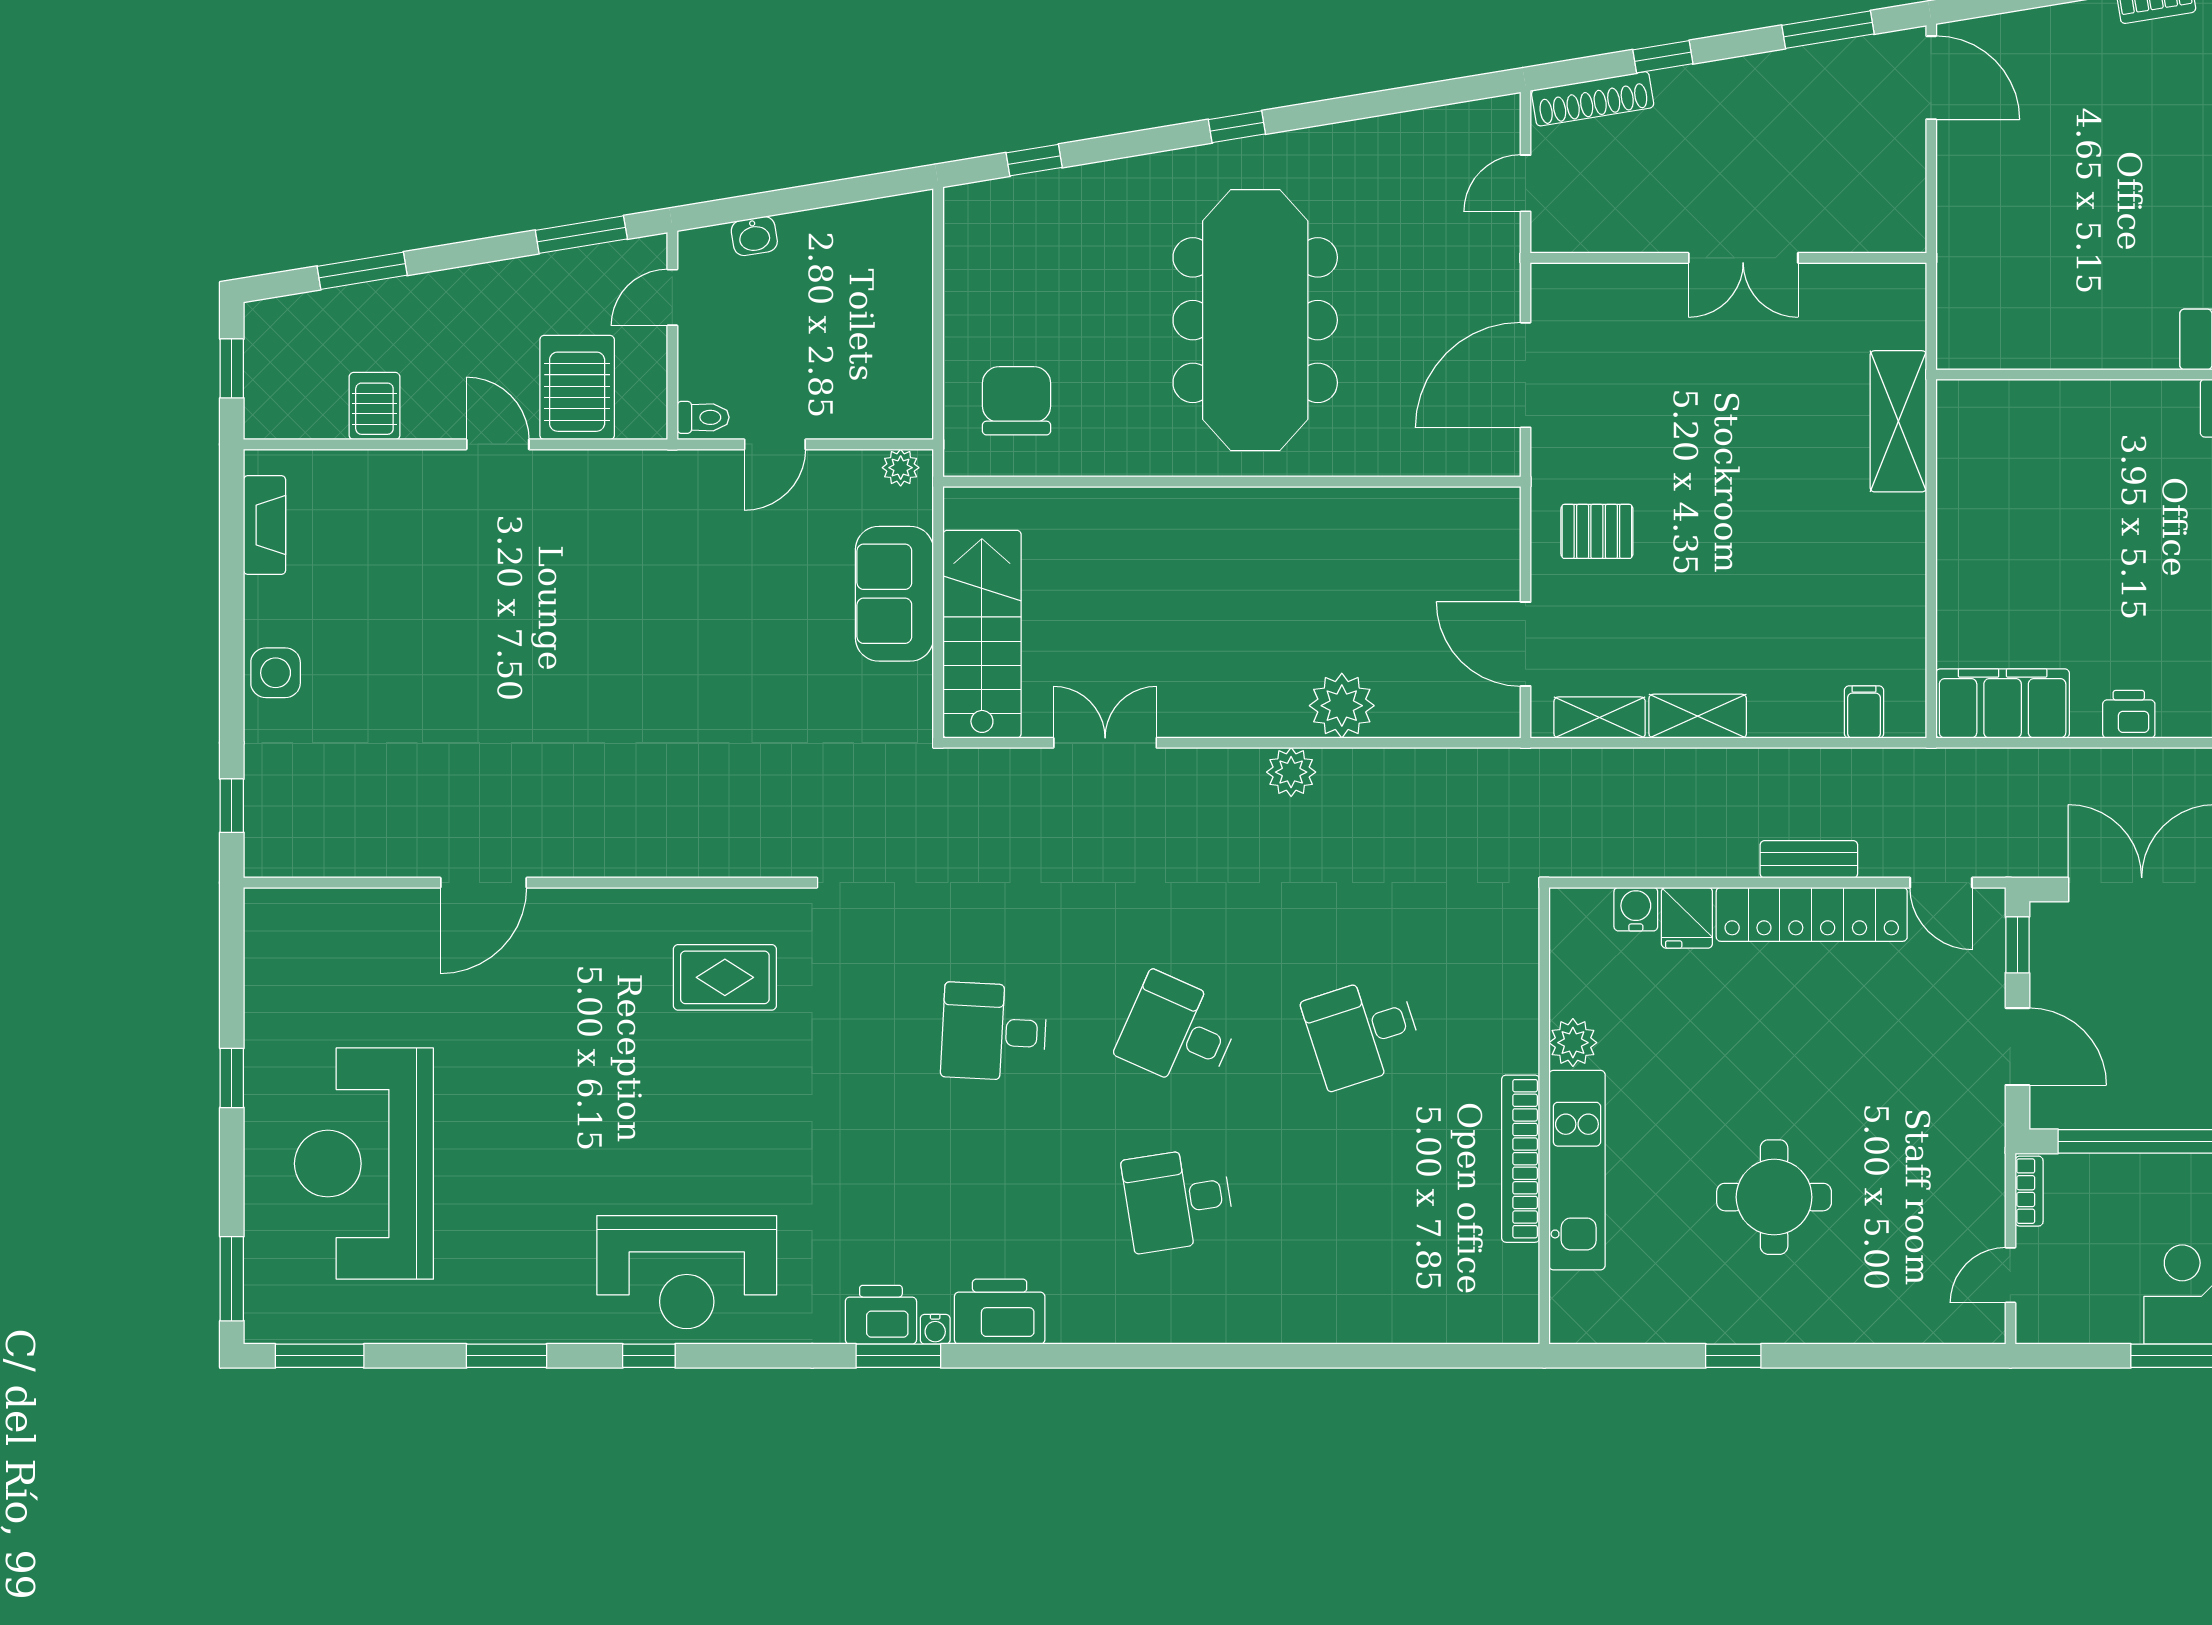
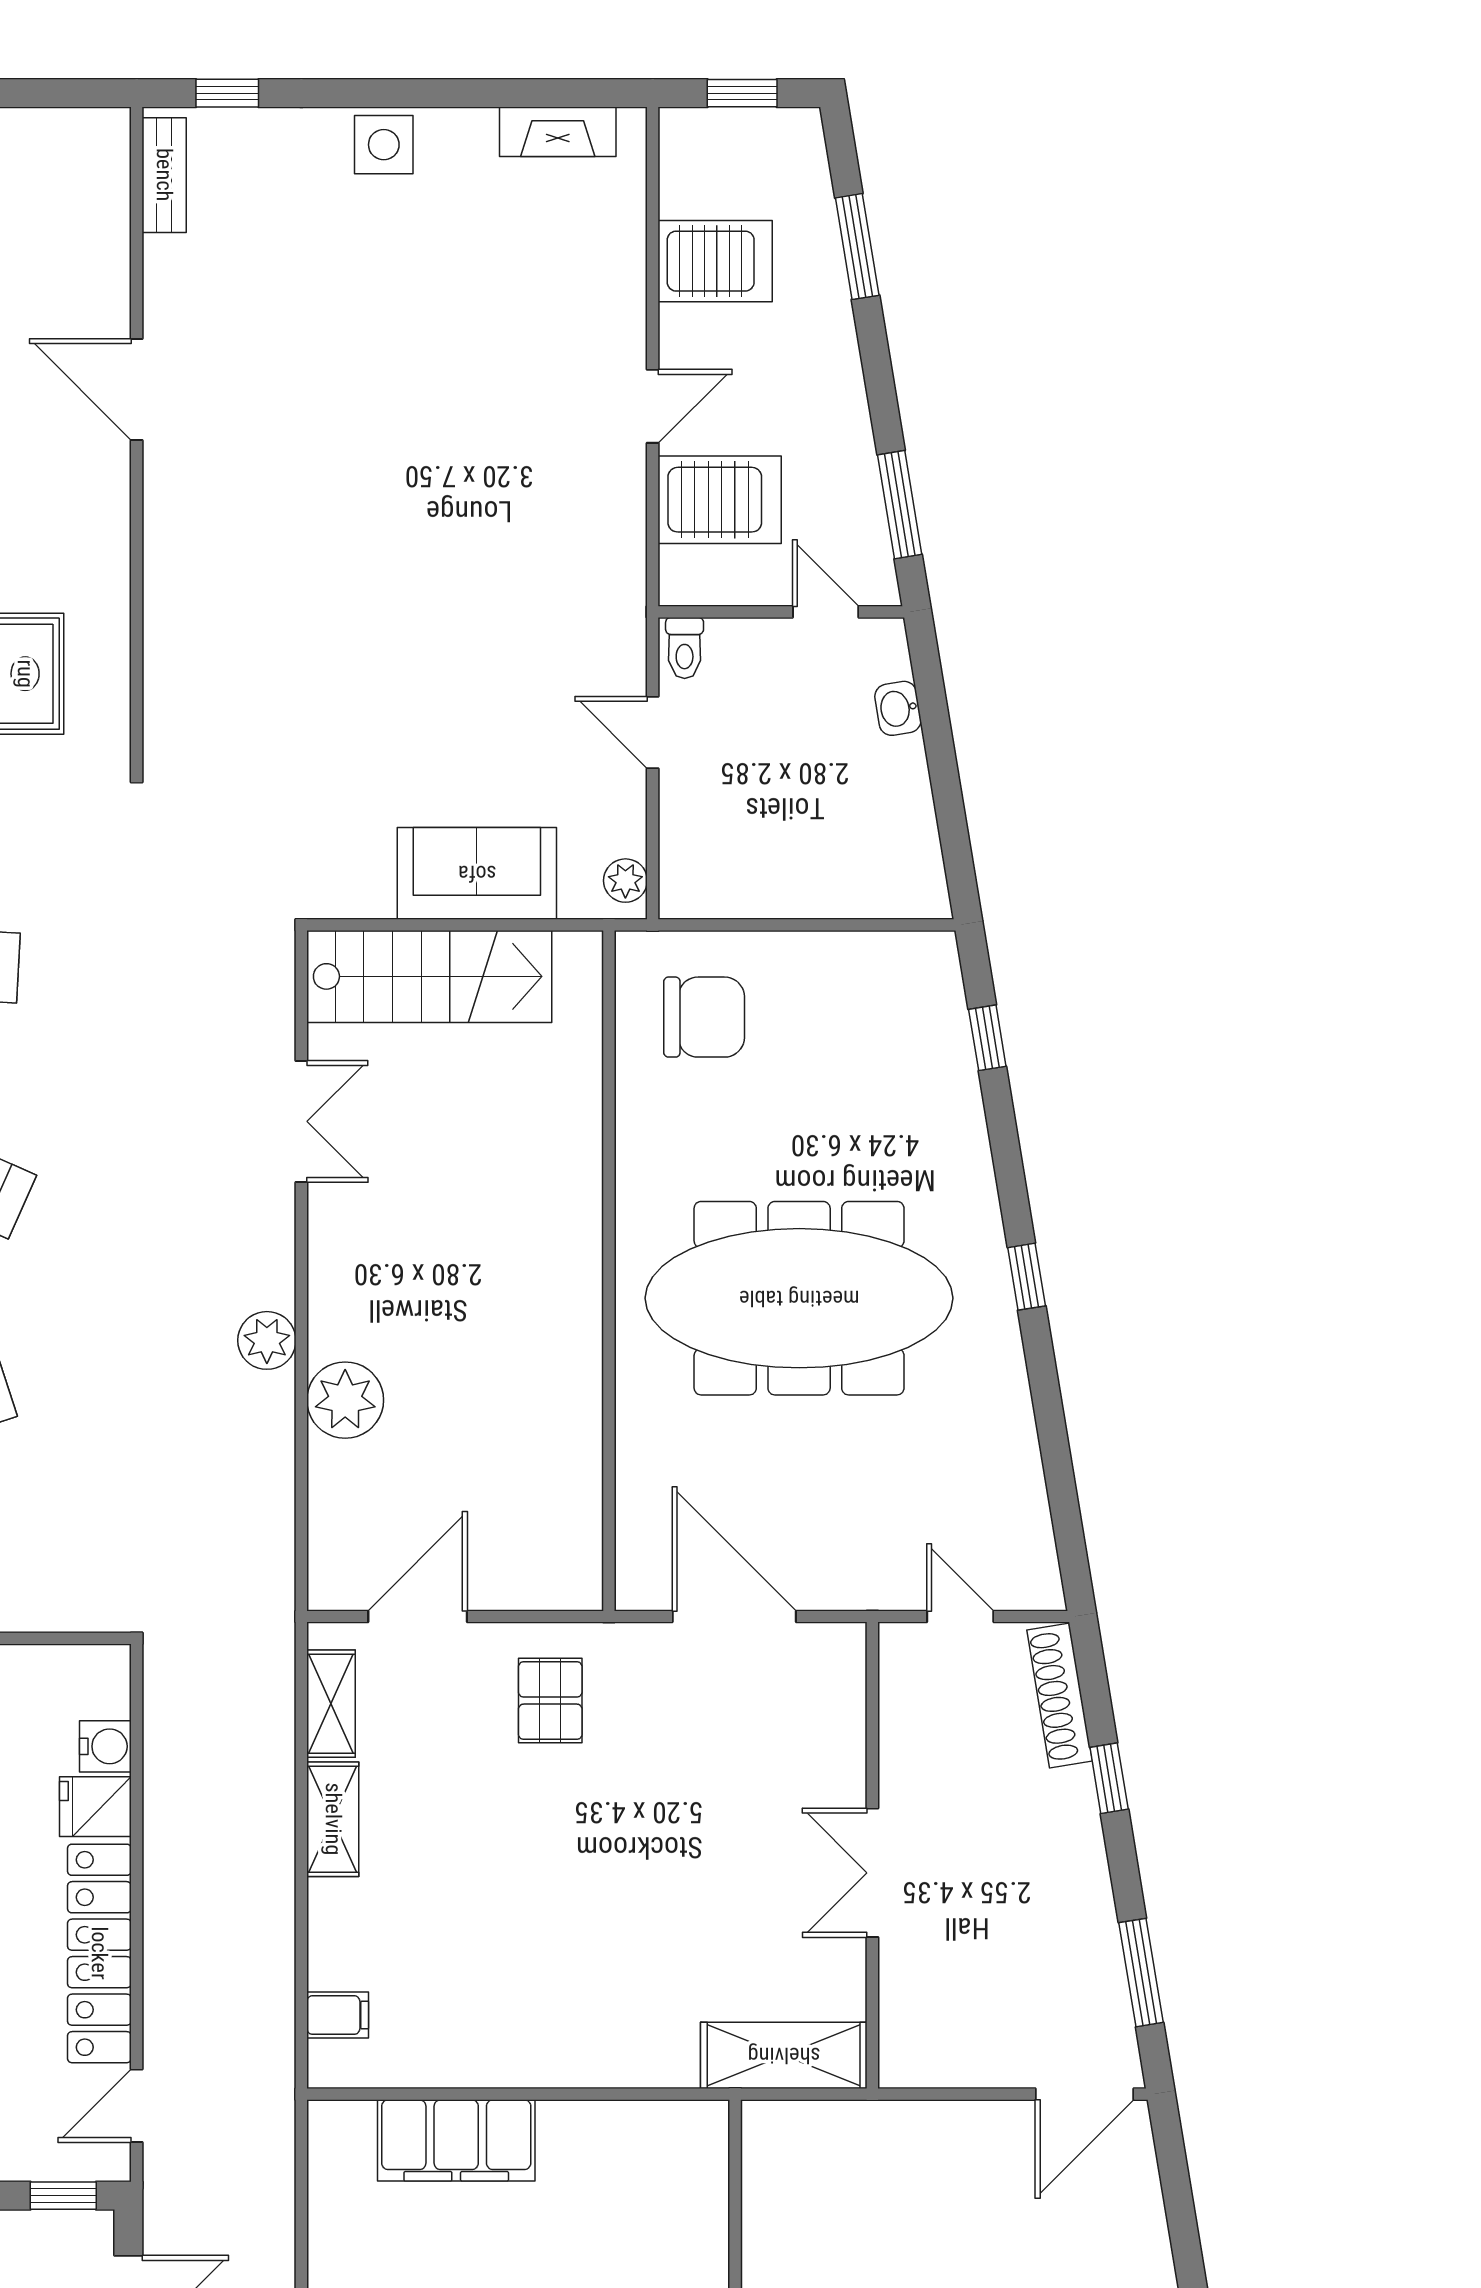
server rack: (374, 406) -> (715, 261), width x1.36, depth x1.44
shelving: (1898, 421) -> (784, 2055), moved
filing cabinet: (2003, 703) -> (456, 2140), moved, turned 90
bench: (1809, 859) -> (164, 175), moved

